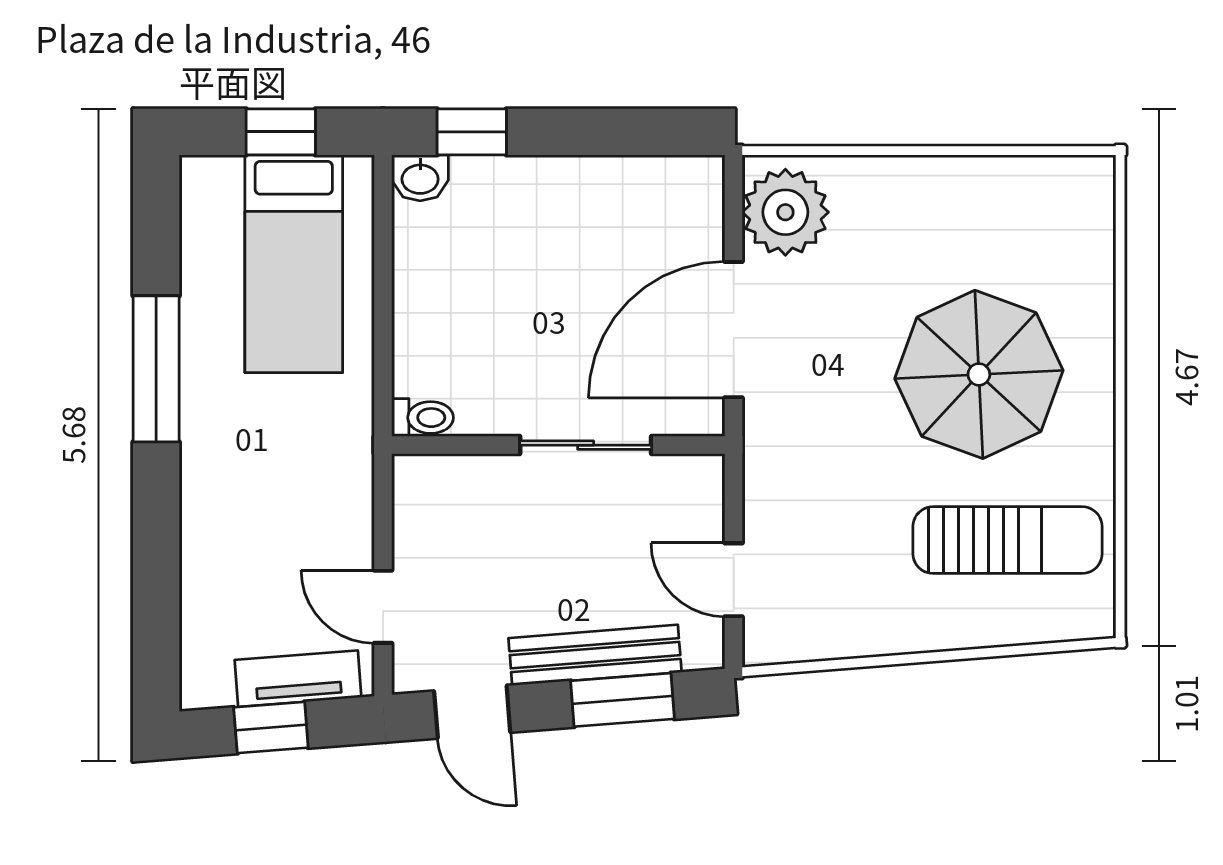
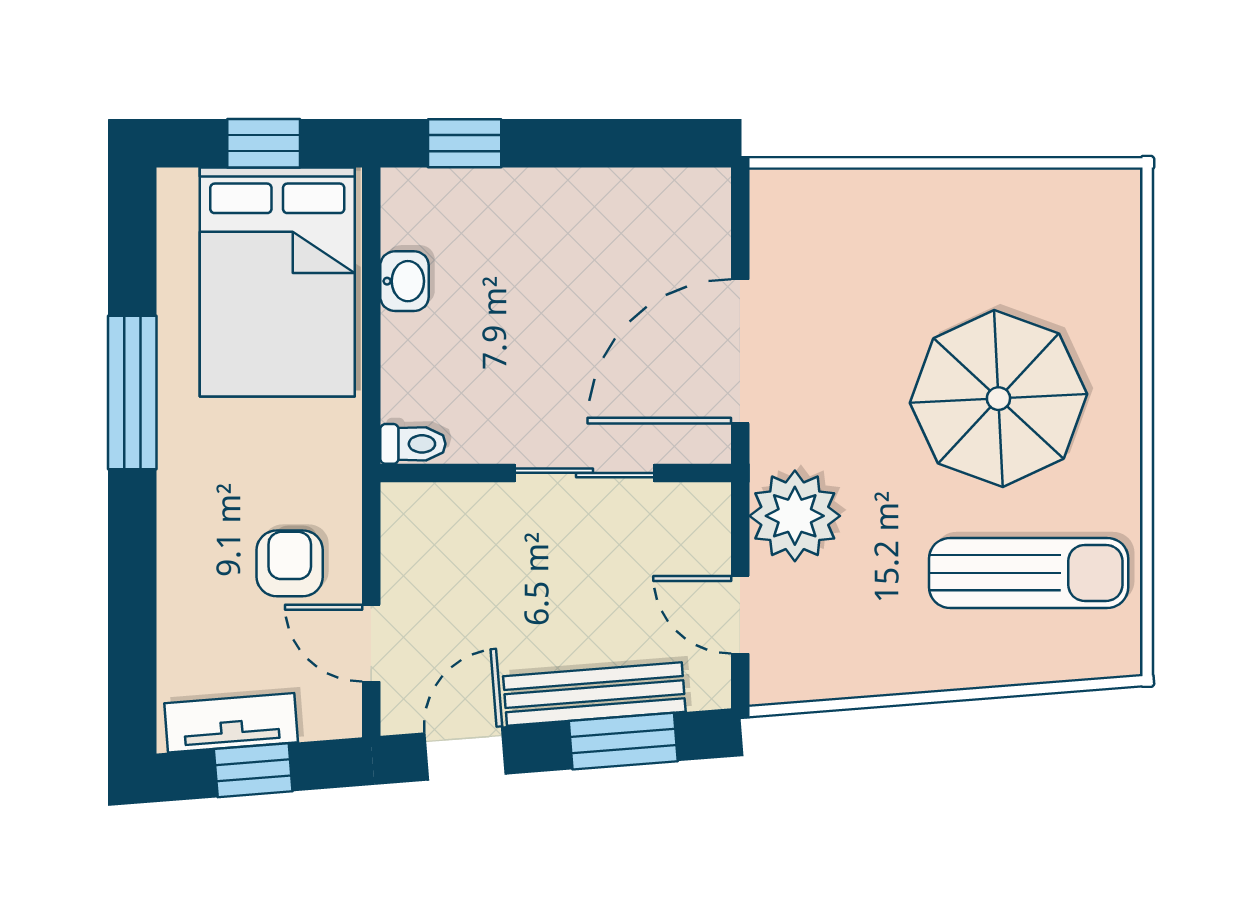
washbasin: (420, 178) -> (404, 281), moved, turned -90
plant: (785, 212) -> (795, 516), moved
bed: (294, 264) -> (277, 282), width x1.50
armchair: (306, 531) -> (290, 563), added
tv unit: (298, 679) -> (231, 723), moved
door: (472, 712) -> (465, 754), swing flipped

